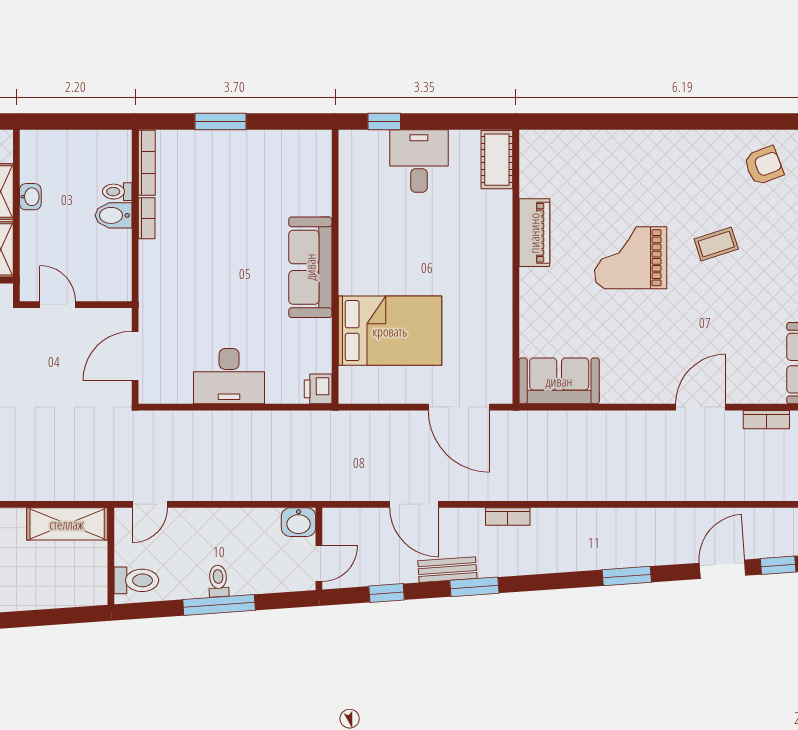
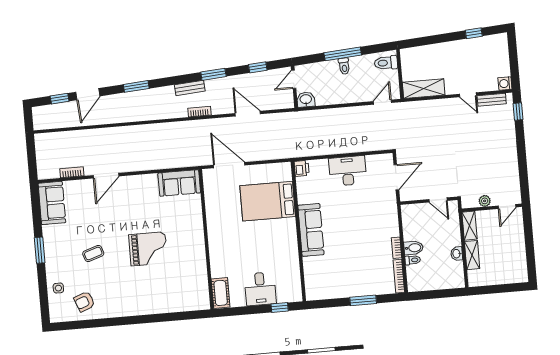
piano: (534, 233) -> (198, 257), removed
coffee table: (716, 244) -> (93, 253), moved
bench: (447, 570) -> (190, 88), moved

